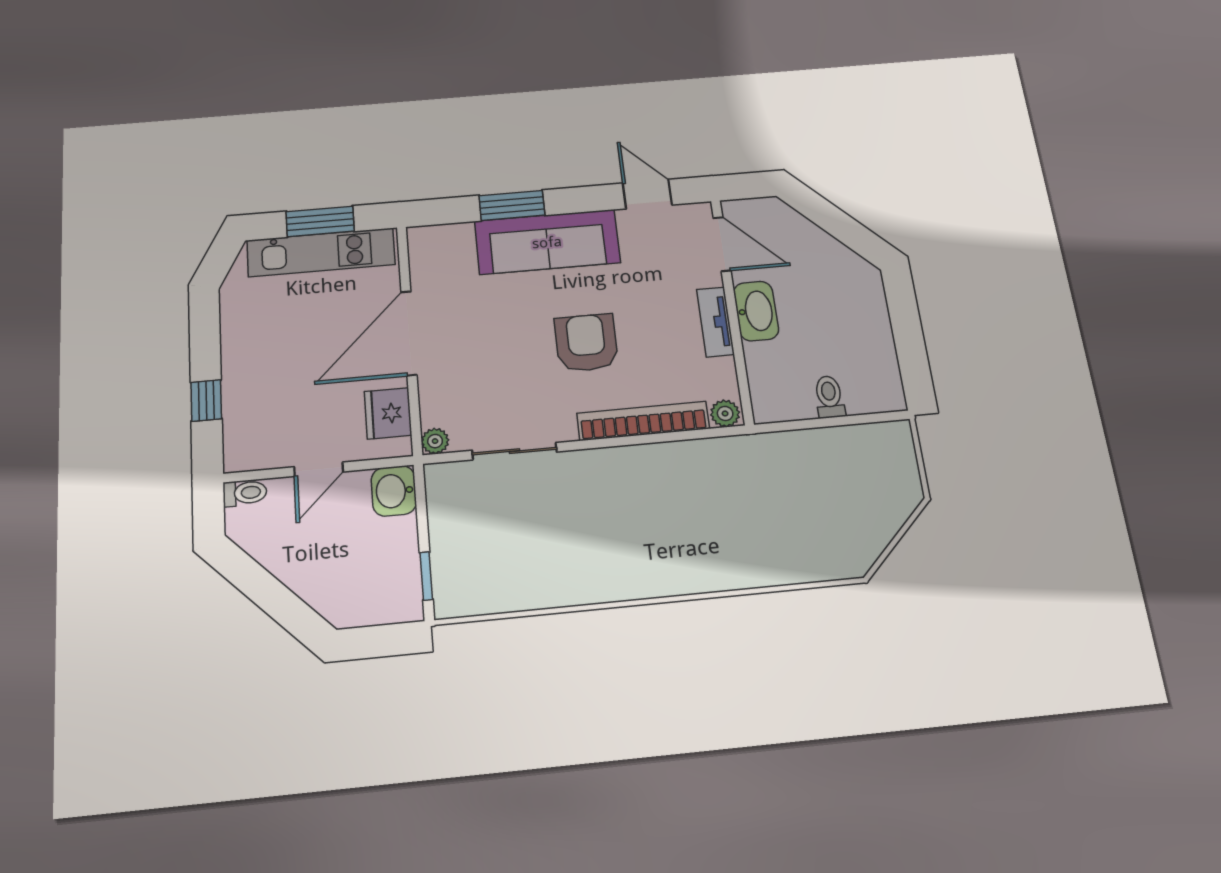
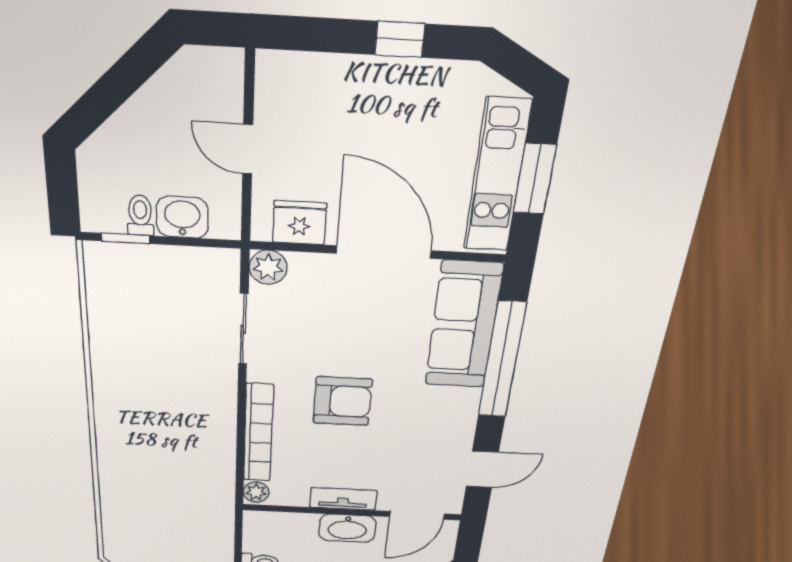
window: (512, 205) -> (502, 360), width x2.11
sofa: (547, 242) -> (463, 325), moved
window: (206, 401) -> (400, 39), moved
plant: (435, 441) -> (268, 267), width x1.38, depth x1.38
washbasin: (394, 491) -> (182, 217), moved
toilet: (245, 493) -> (140, 215), moved, turned 180

